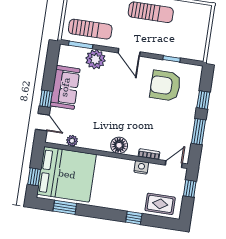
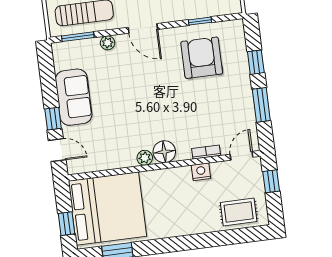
plant: (95, 59) -> (108, 43), width x0.53, depth x0.53
armchair: (165, 86) -> (202, 58), turned 90
plant: (72, 141) -> (145, 158), moved
window: (134, 218) -> (210, 240), removed

